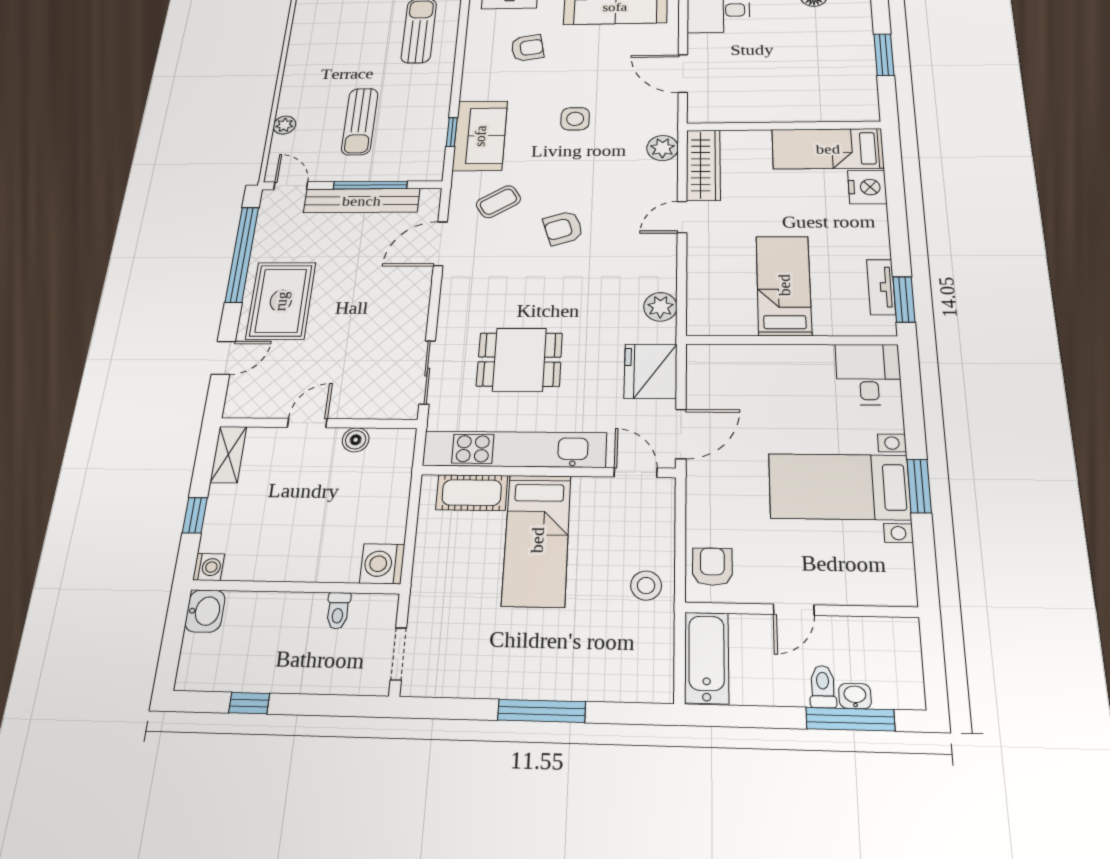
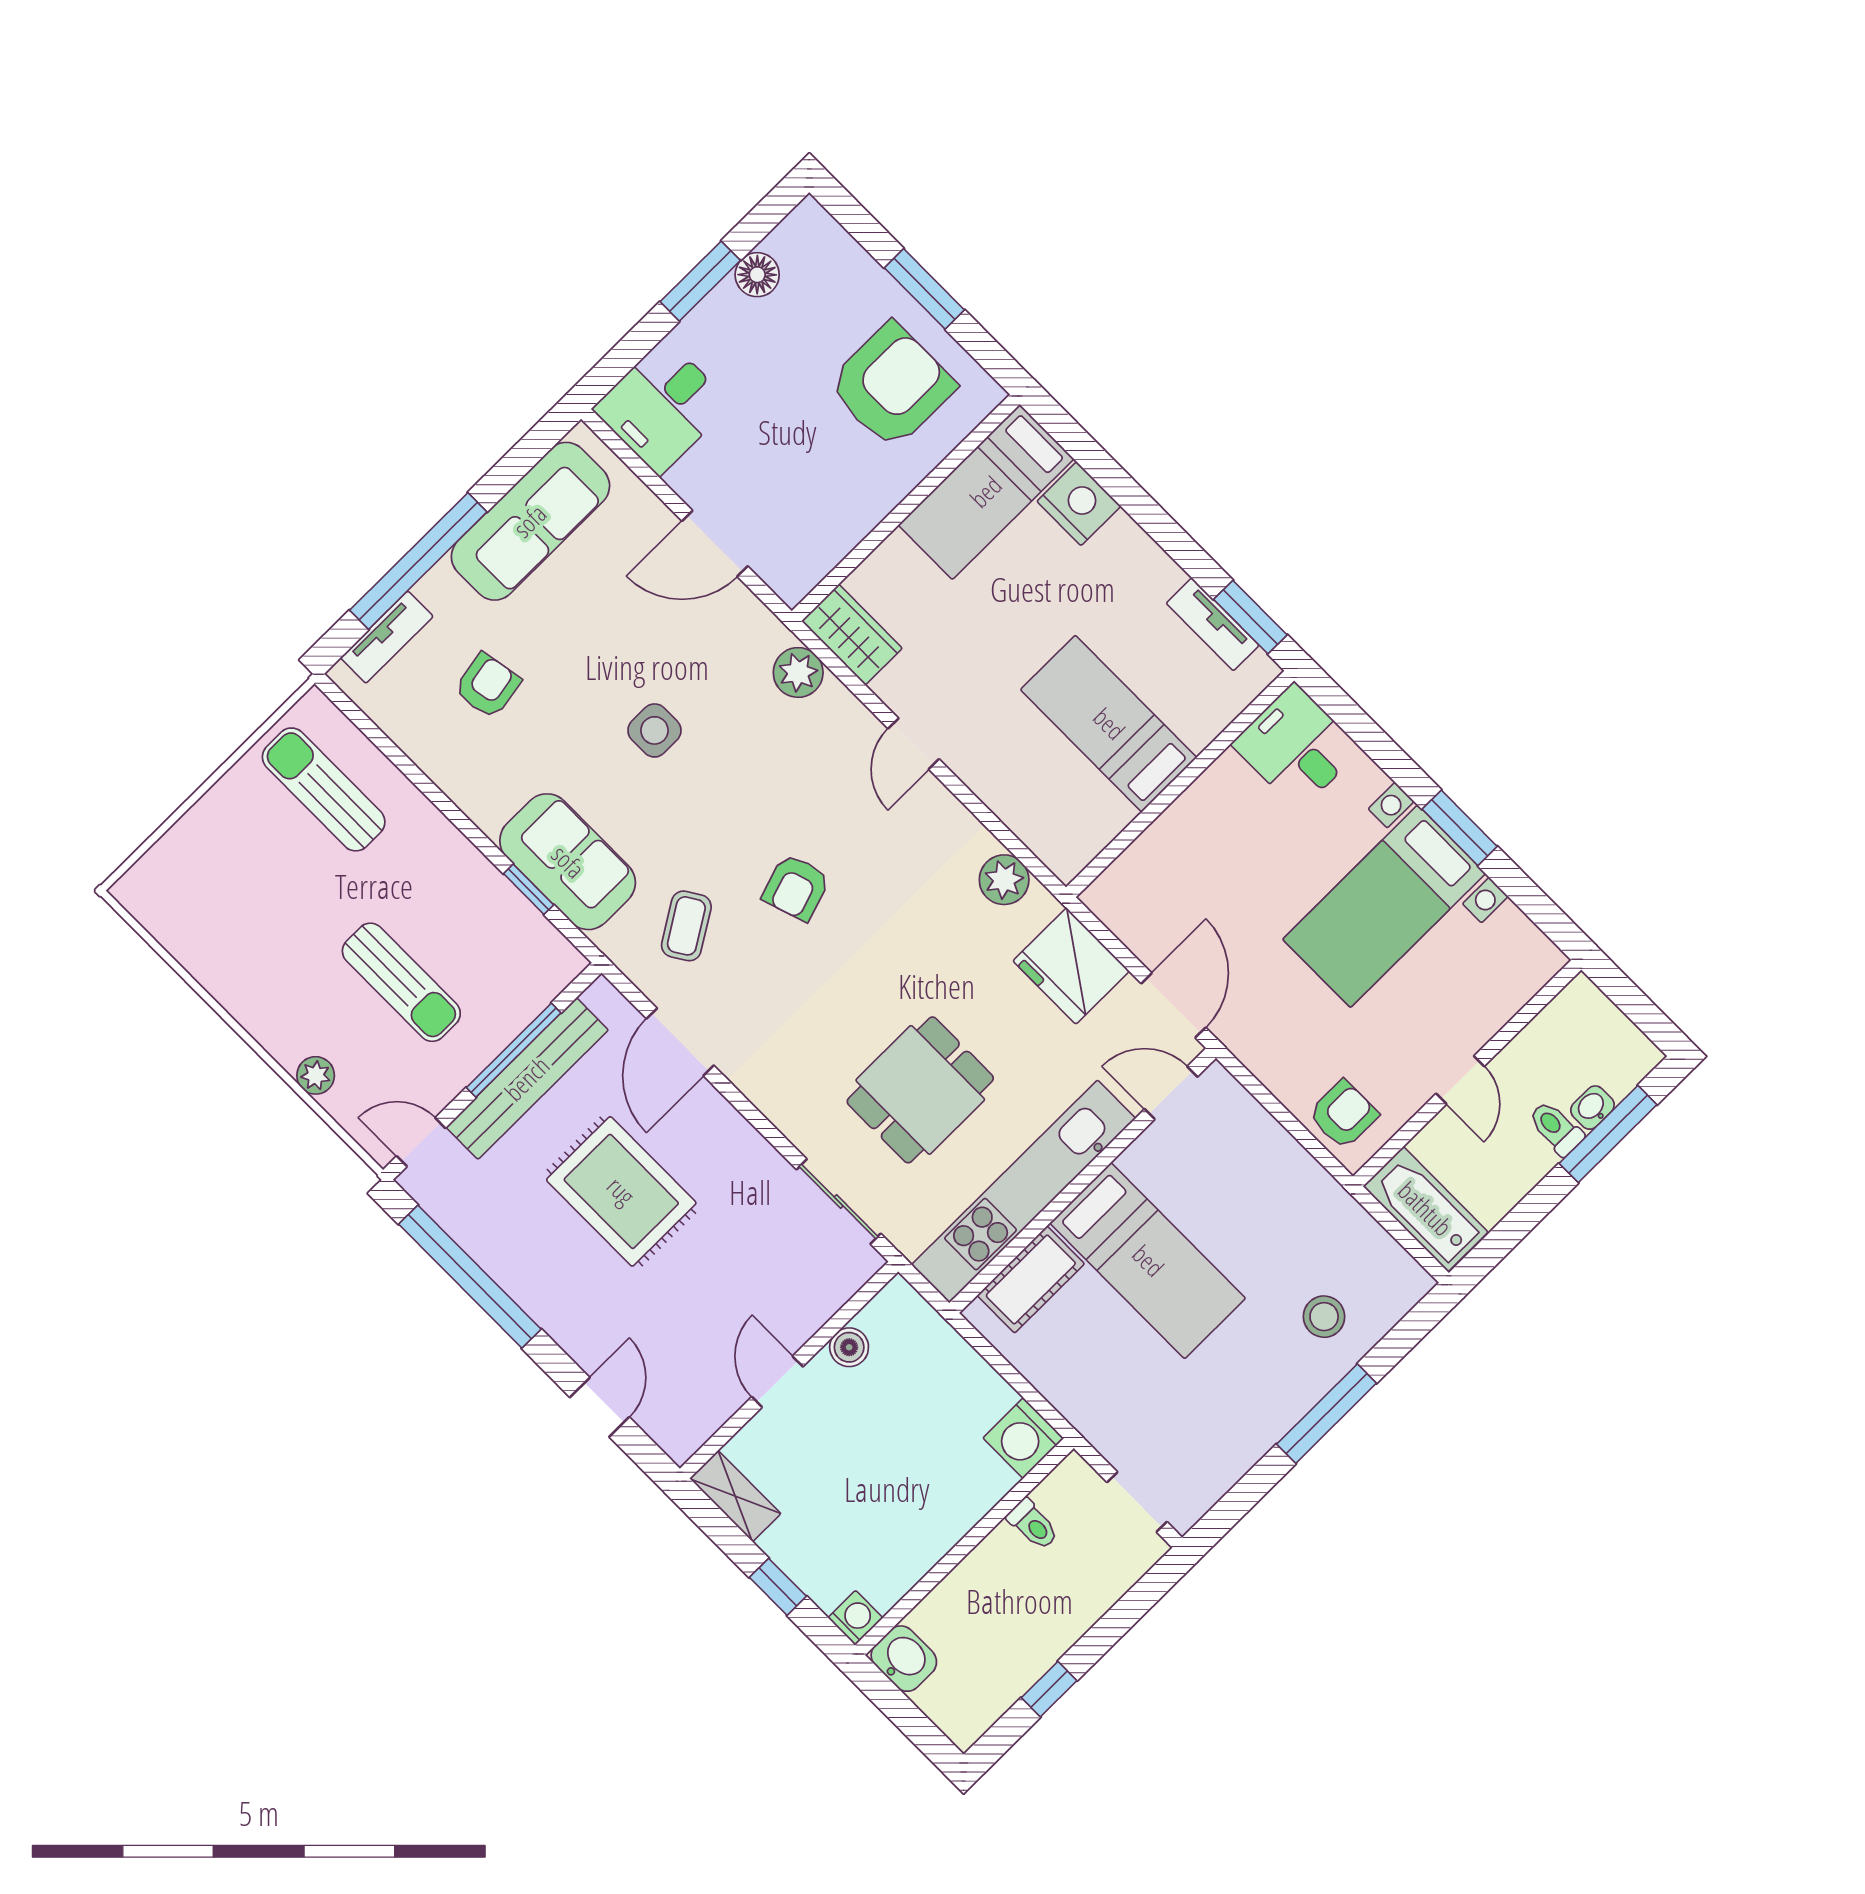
armchair: (829, 78) -> (892, 386), added
wardrobe: (703, 165) -> (852, 635), width x0.67
rug: (281, 301) -> (621, 1191), moved
armchair: (712, 567) -> (1343, 1115), turned 90
stool: (646, 586) -> (1324, 1317), moved

